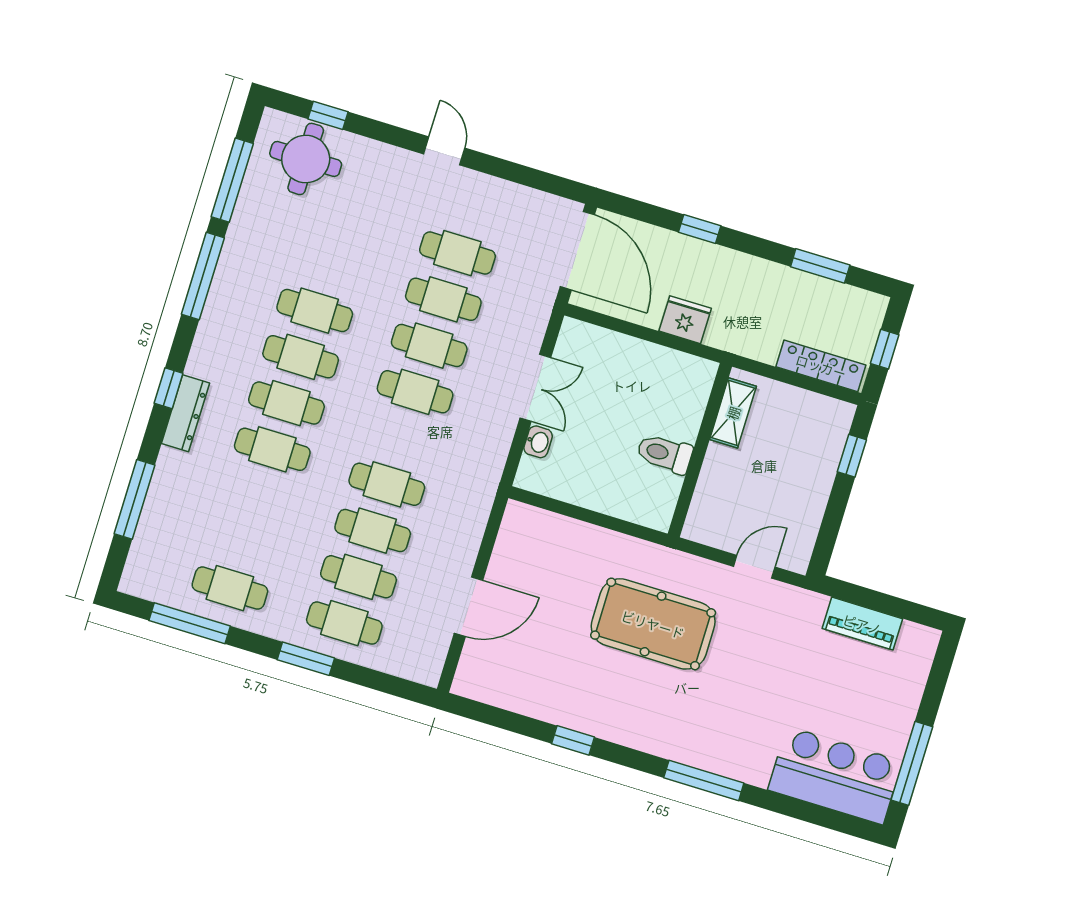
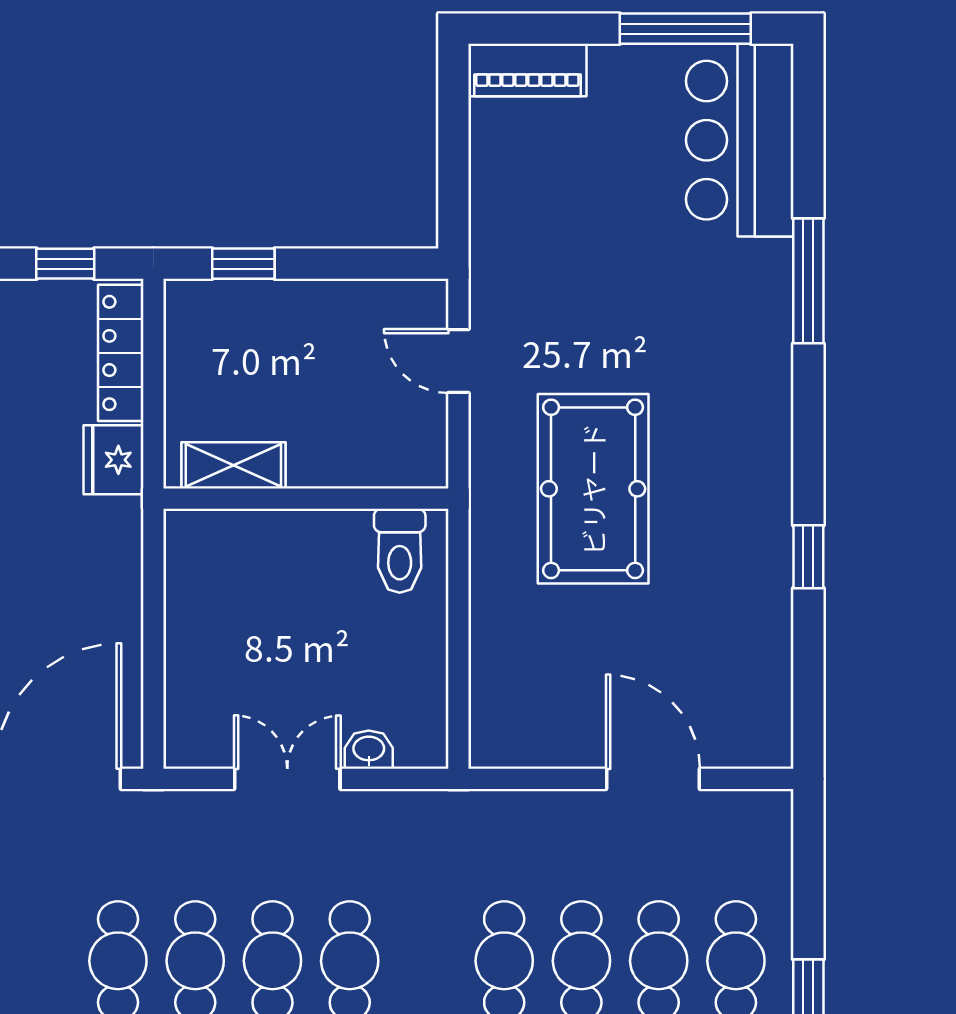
fridge: (685, 320) -> (114, 460), moved
toilet: (665, 454) -> (400, 551), moved
piano: (862, 624) -> (527, 70), moved, turned 90
window: (704, 780) -> (808, 281), moved

